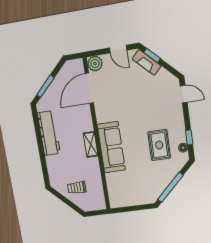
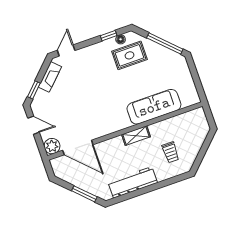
door: (118, 49) -> (33, 125), hinge flipped
fireplace: (147, 62) -> (50, 77), moved
rug: (159, 145) -> (130, 55), moved
sofa: (111, 147) -> (154, 107), moved
trolley: (77, 188) -> (171, 152), moved

